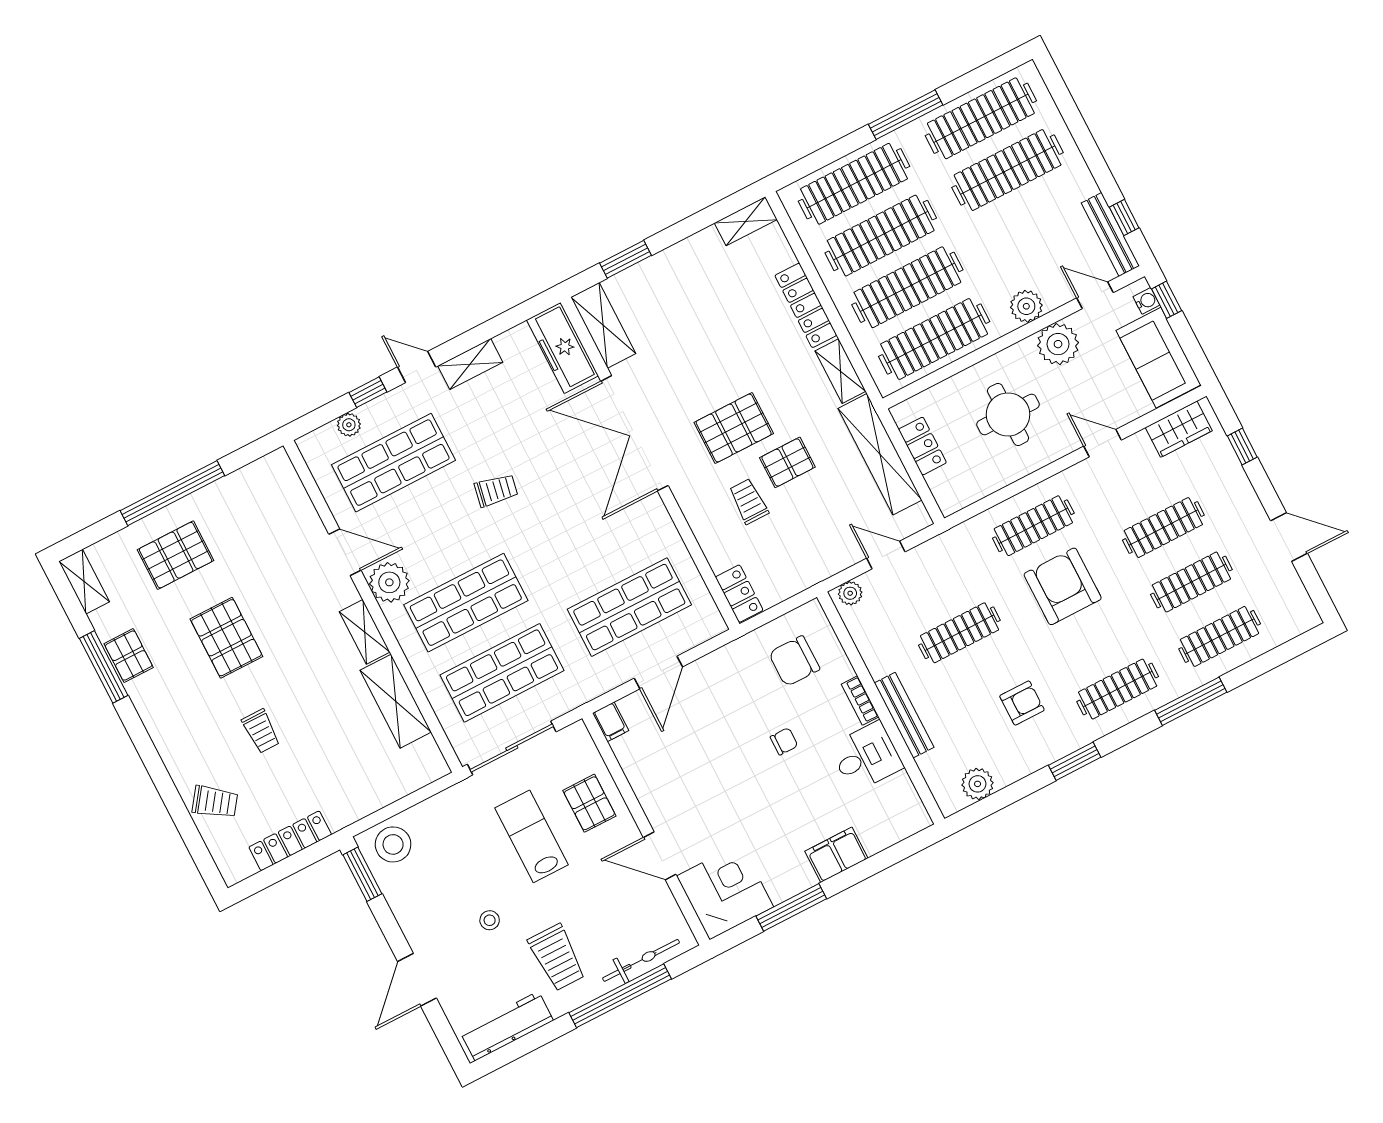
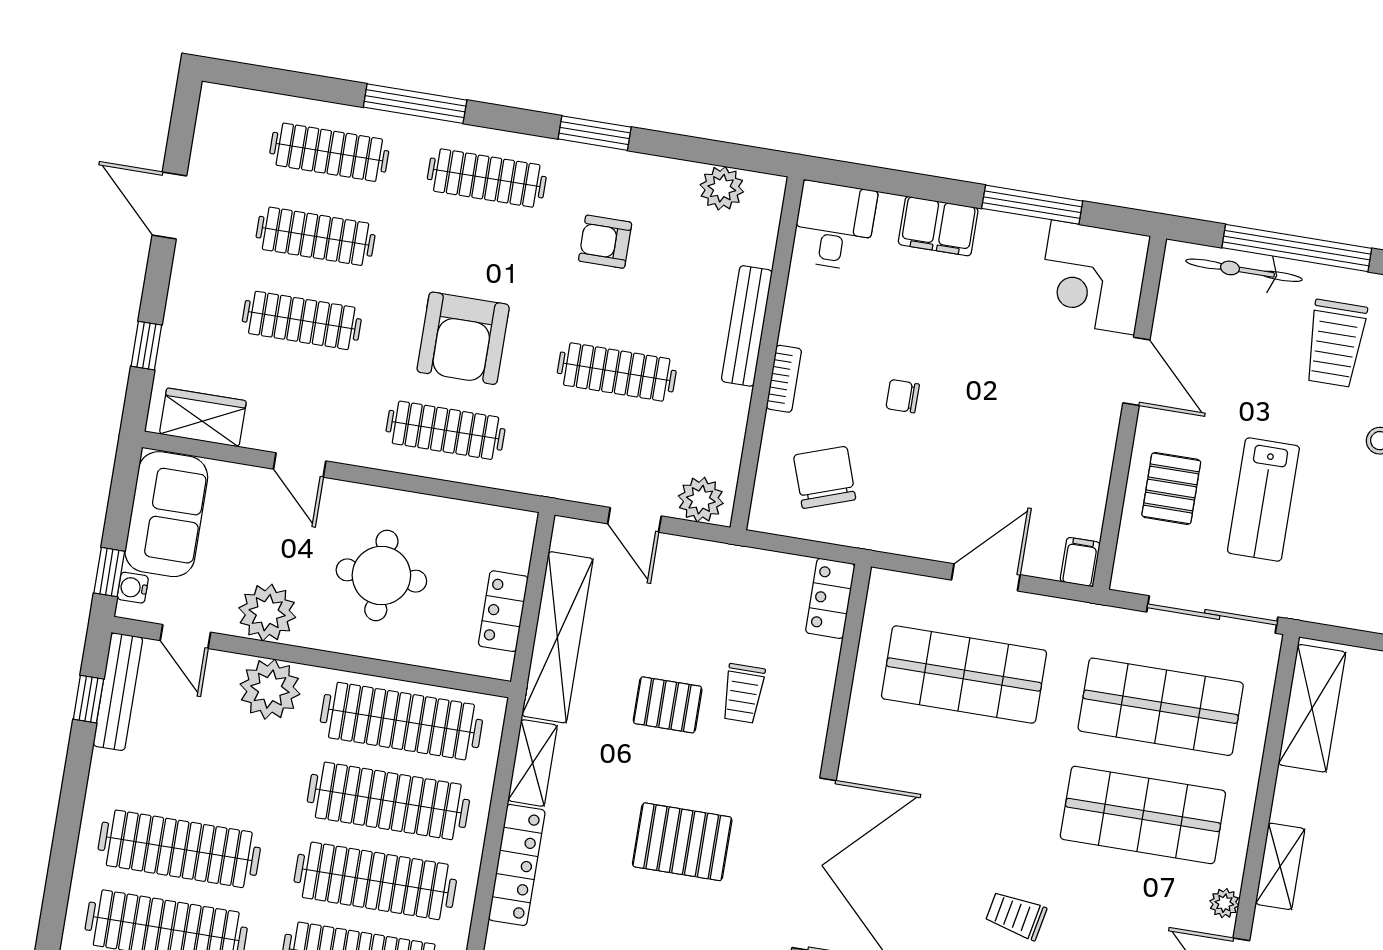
plant: (1026, 306) -> (270, 689), width x1.36, depth x1.36
pallet: (734, 428) -> (682, 842), moved
plant: (389, 582) -> (1224, 903), width x0.53, depth x0.53
plant: (850, 593) -> (701, 500), width x1.38, depth x1.38
chair: (794, 661) -> (825, 477), turned -109
shelving: (396, 701) -> (1312, 708), moved
desk: (866, 757) -> (834, 226), moved, turned 90
trolley: (557, 957) -> (1335, 343), turned 180

